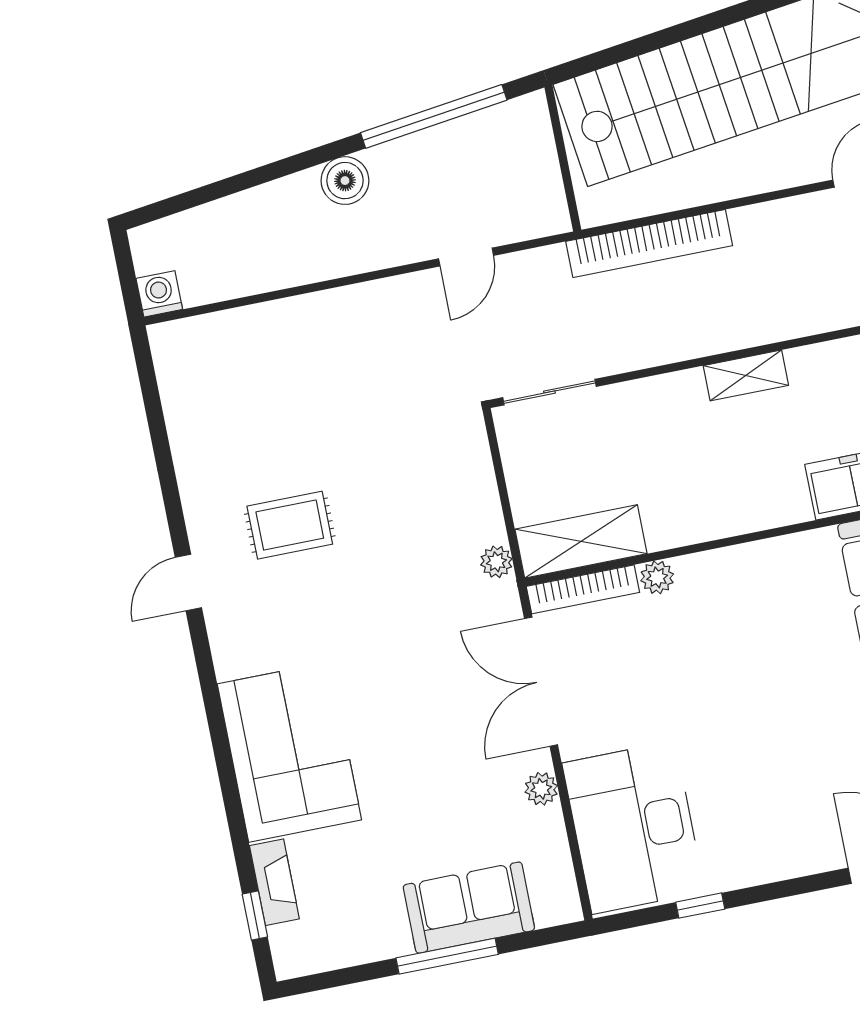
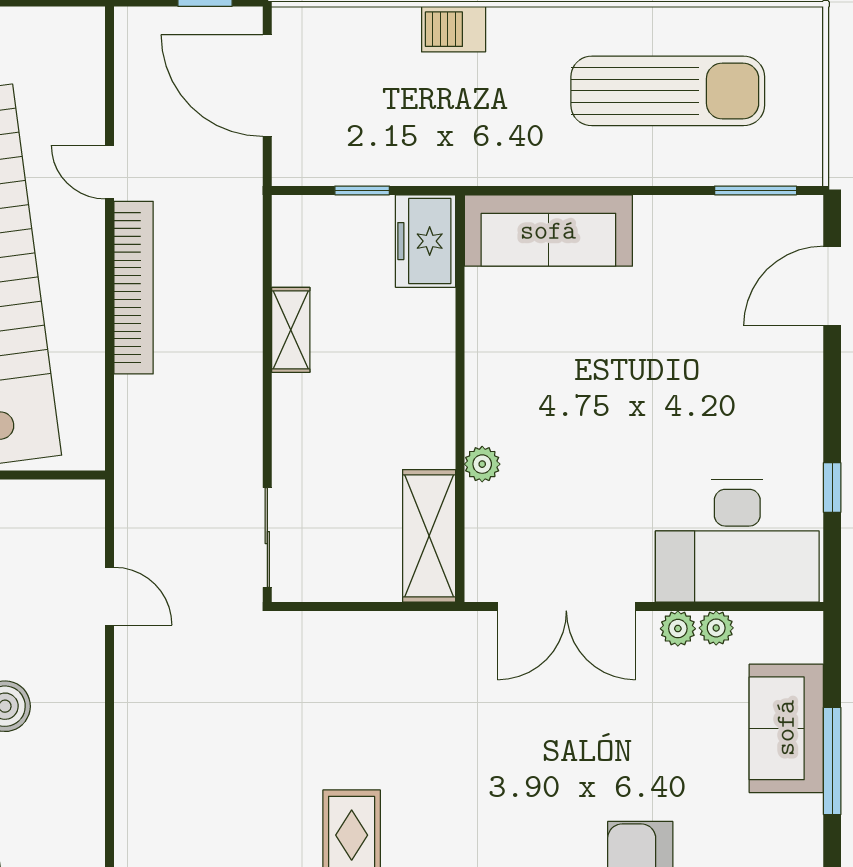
bookcase: (649, 244) -> (134, 288), moved
plant: (496, 562) -> (716, 628), moved
bookcase: (583, 589) -> (479, 544), removed

